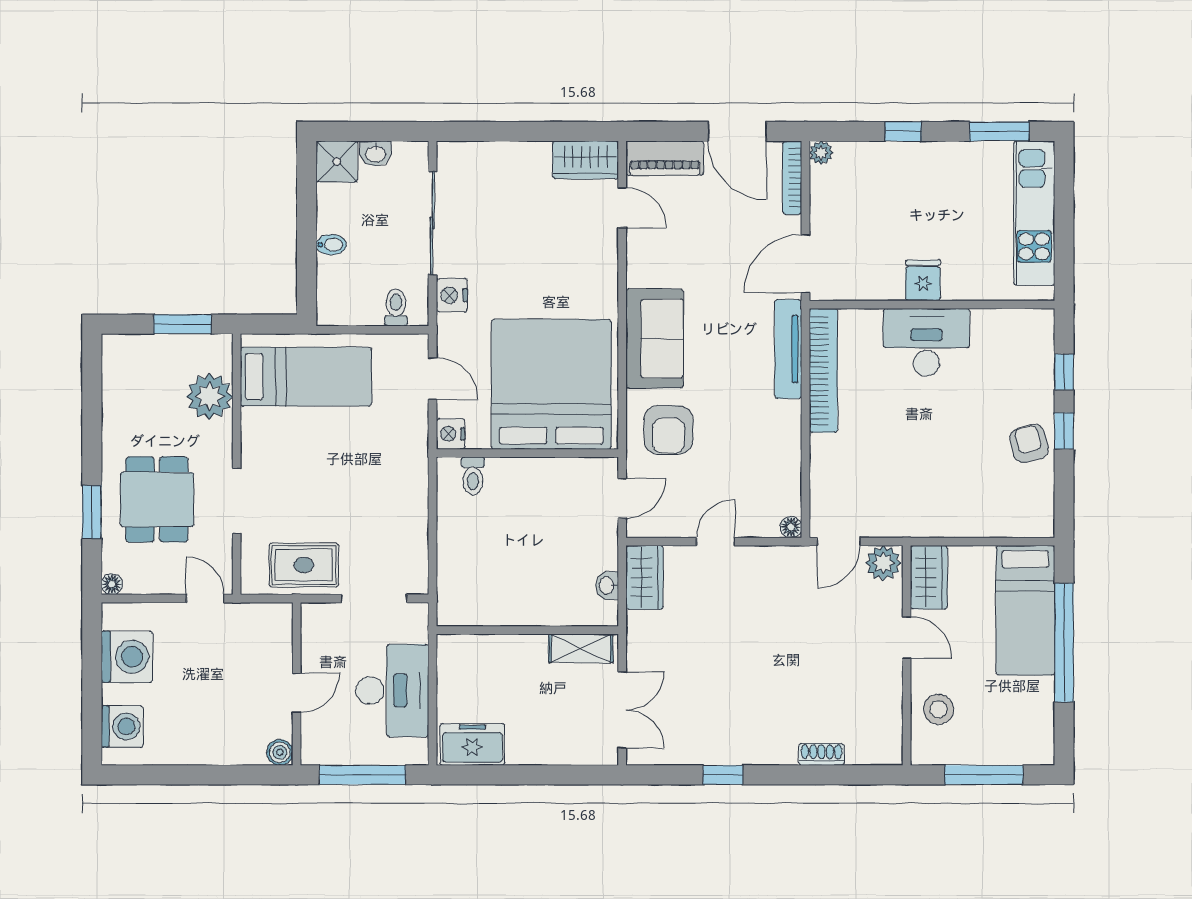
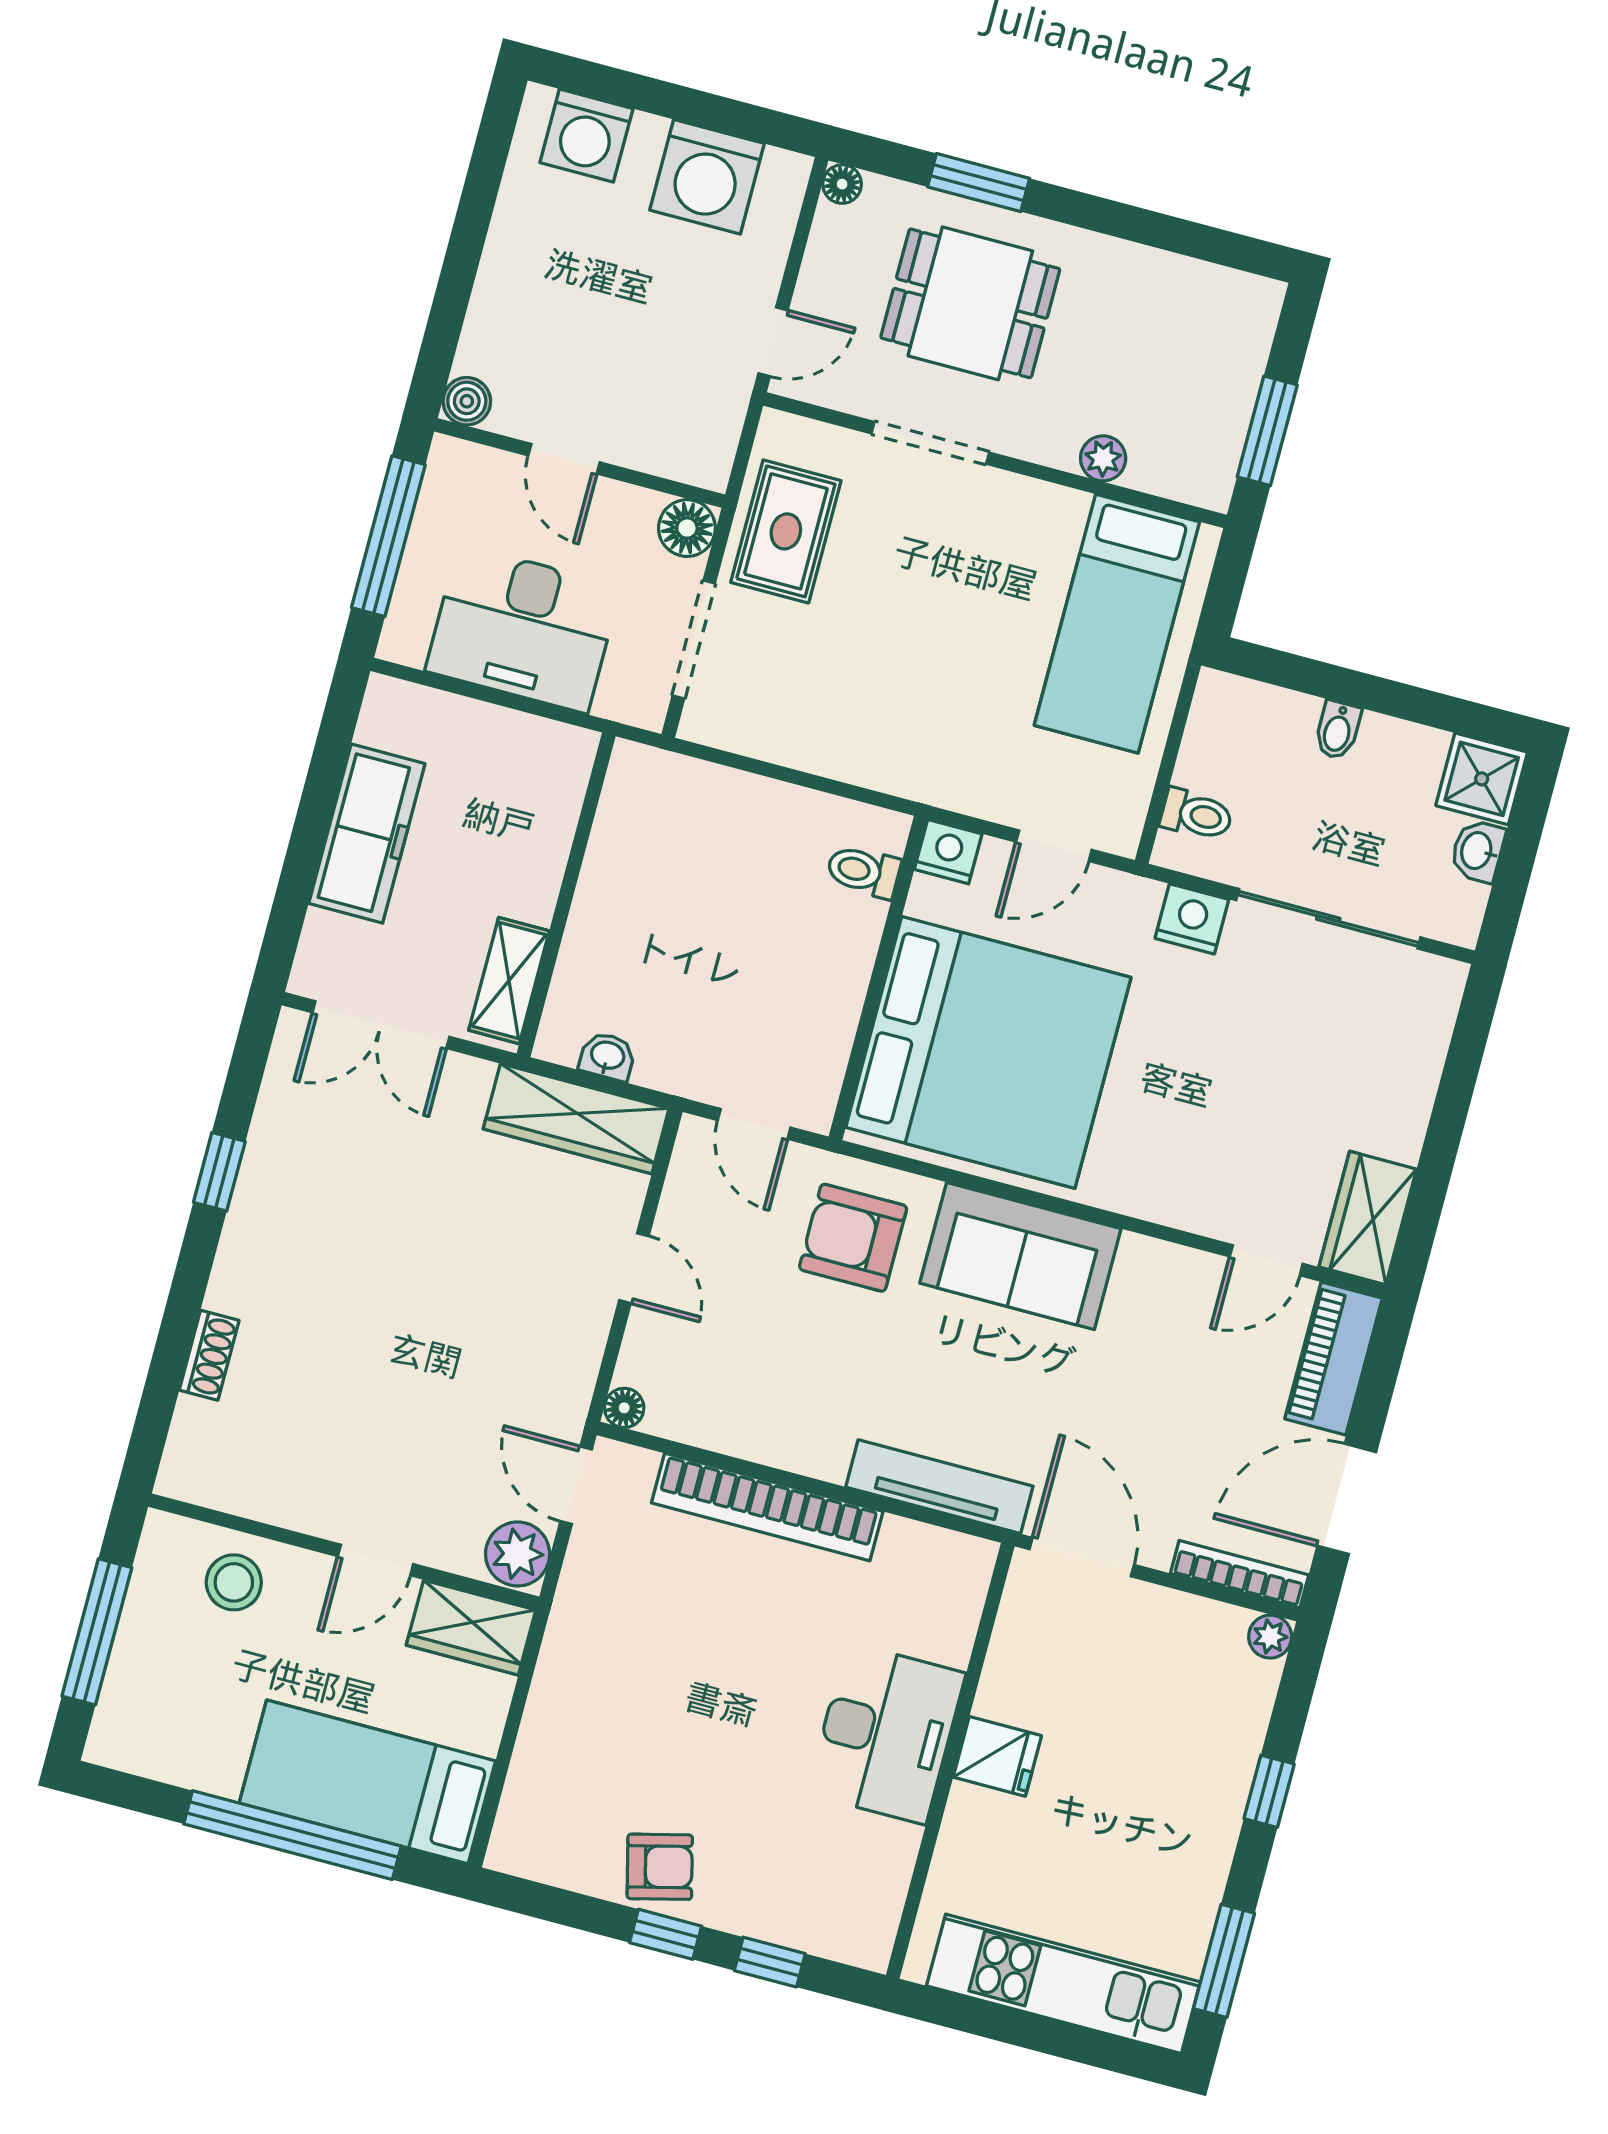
bookcase: (823, 370) -> (767, 1507), moved
plant: (210, 396) -> (1103, 458), width x0.53, depth x0.53
wardrobe: (644, 577) -> (576, 1119), width x1.50
floor lamp: (316, 618) -> (687, 528), added
freezer: (472, 744) -> (367, 833), moved, width x1.40

